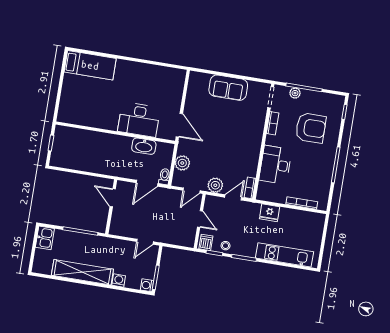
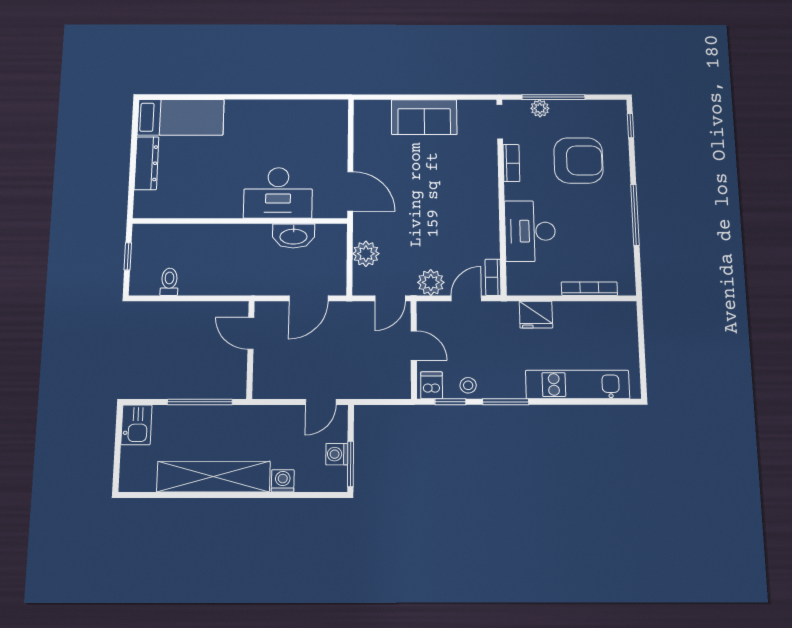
dresser: (68, 90) -> (147, 163), added
toilet: (164, 177) -> (169, 282), moved
washing machine: (147, 285) -> (337, 454), moved

